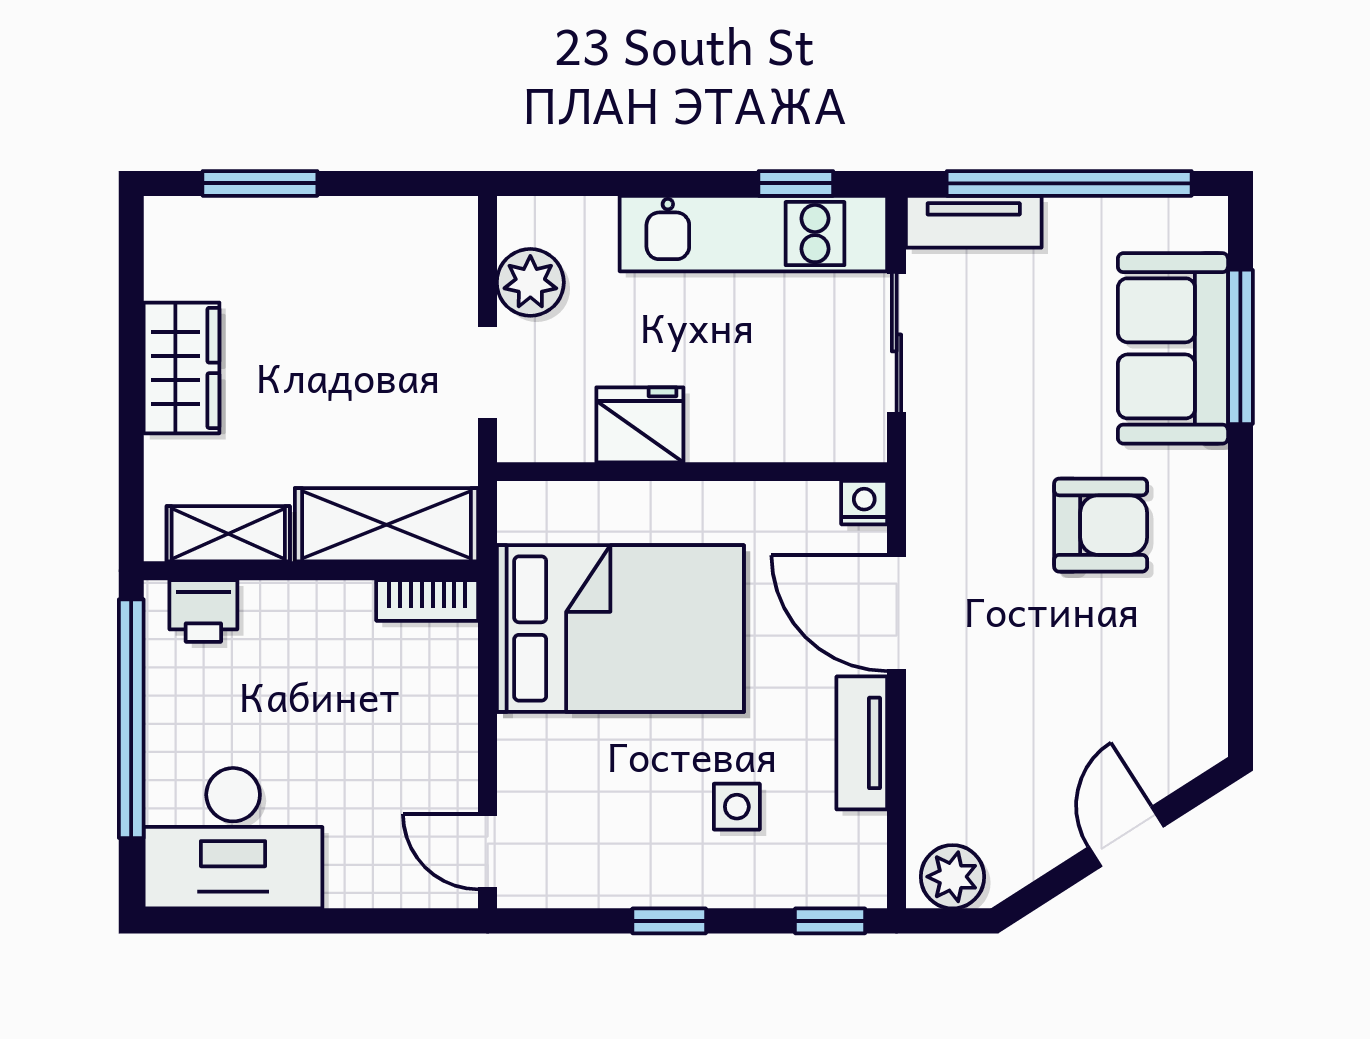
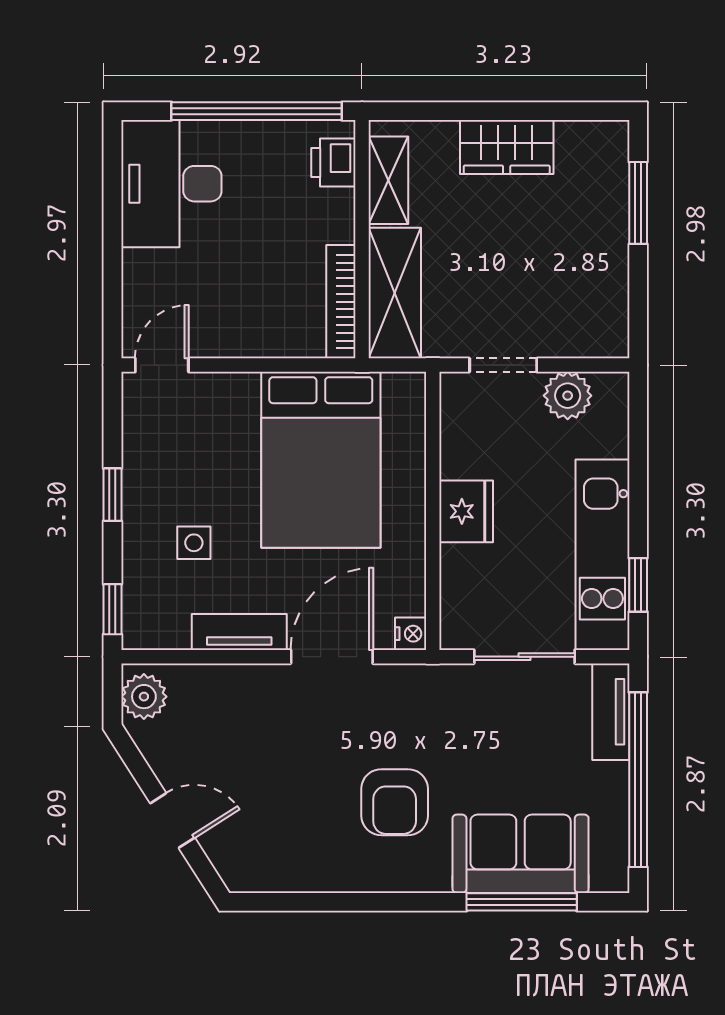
fridge: (640, 425) -> (466, 511), moved
bookcase: (427, 600) -> (341, 302), width x1.56

